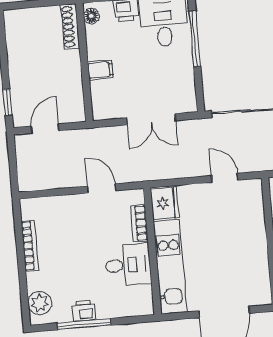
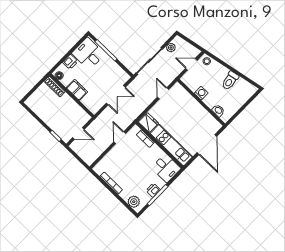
filing cabinet: (100, 70) -> (77, 90), width x2.00
door: (45, 128) -> (78, 134), swing flipped
door: (225, 178) -> (163, 93), hinge flipped
door: (102, 188) -> (120, 138), hinge flipped
desk: (128, 265) -> (166, 168), moved, turned 90

